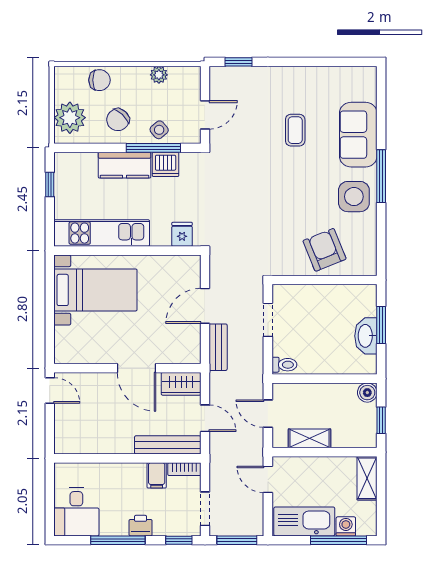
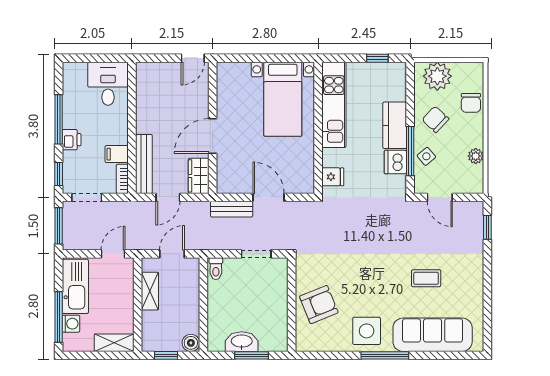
sofa: (358, 135) -> (433, 335), width x1.36
desk: (76, 512) -> (108, 84), moved, turned 90

